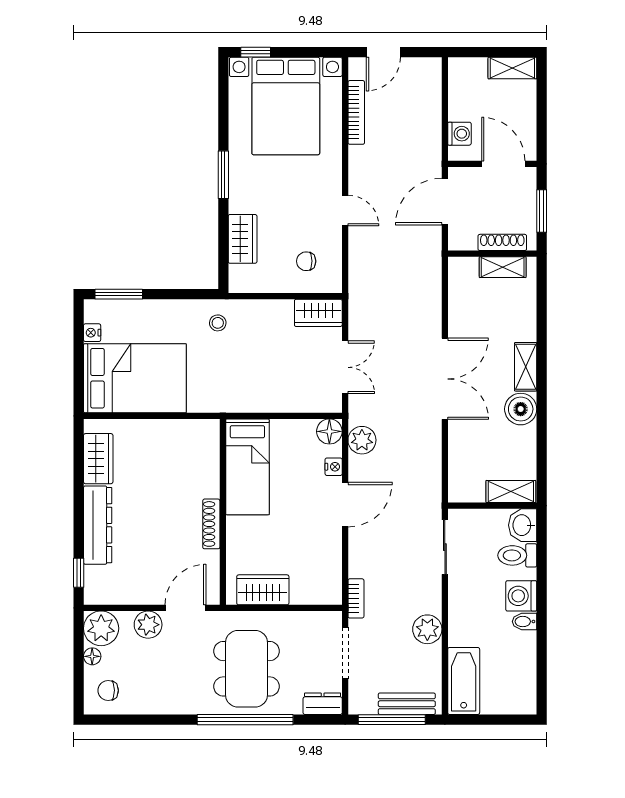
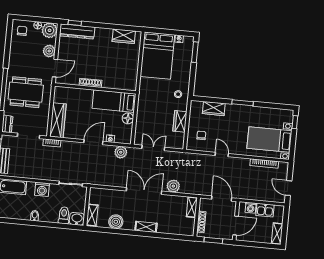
door: (383, 52) -> (288, 188), moved
kitchen sink: (462, 100) -> (265, 210), added
bed with nightstands: (286, 106) -> (269, 140), width x0.73
door: (345, 211) -> (222, 154), swing flipped
shelving: (503, 267) -> (192, 207), moved
wardrobe: (318, 313) -> (180, 121), moved
double door: (345, 367) -> (153, 148), swing flipped
double door: (445, 379) -> (144, 191), swing flipped
boiler: (521, 409) -> (116, 222), moved
floor lamp: (329, 431) -> (128, 118), moved
door: (345, 505) -> (93, 142), swing flipped
dresser: (98, 525) -> (77, 31), moved
wardrobe: (263, 590) -> (58, 120), moved, width x1.50
washing machine: (521, 596) -> (42, 189), moved, turned 180
door: (185, 608) -> (55, 68), hinge flipped
plant: (427, 629) -> (173, 186), moved

